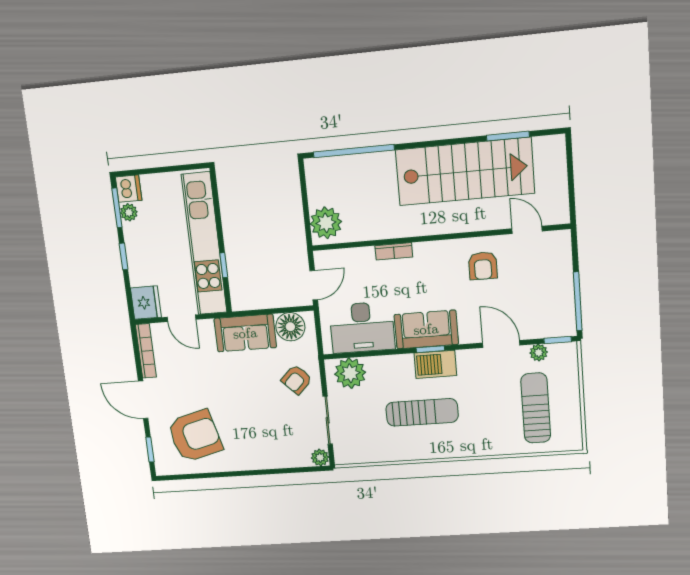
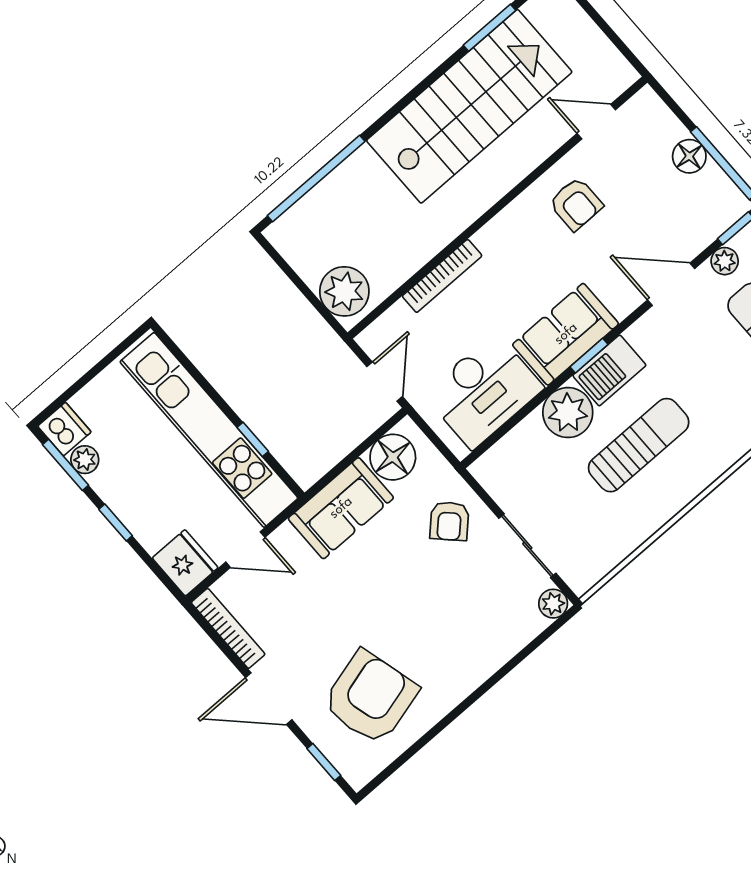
bookcase: (394, 251) -> (442, 276), width x1.56
floor lamp: (563, 285) -> (689, 156), added
plant: (350, 373) -> (568, 413), moved

